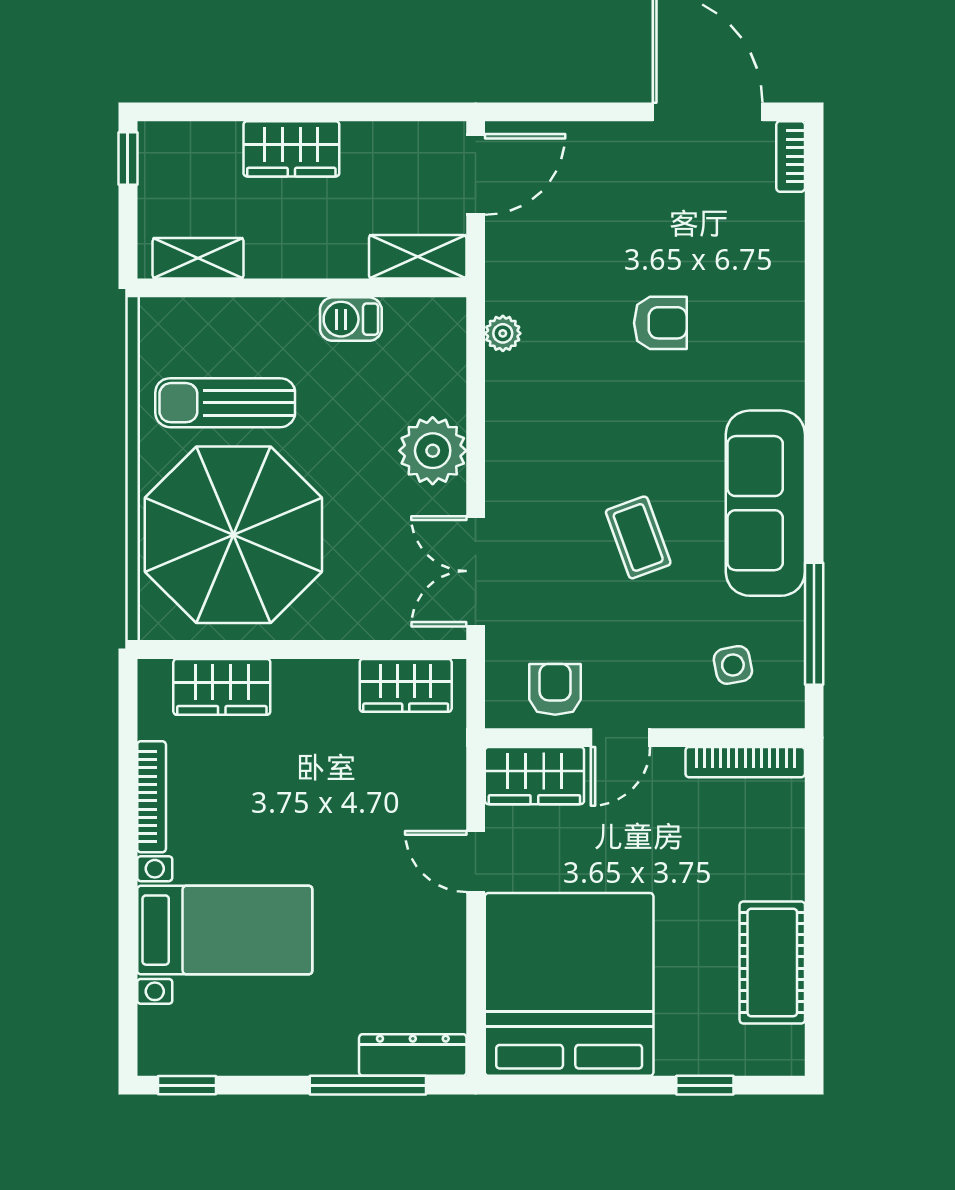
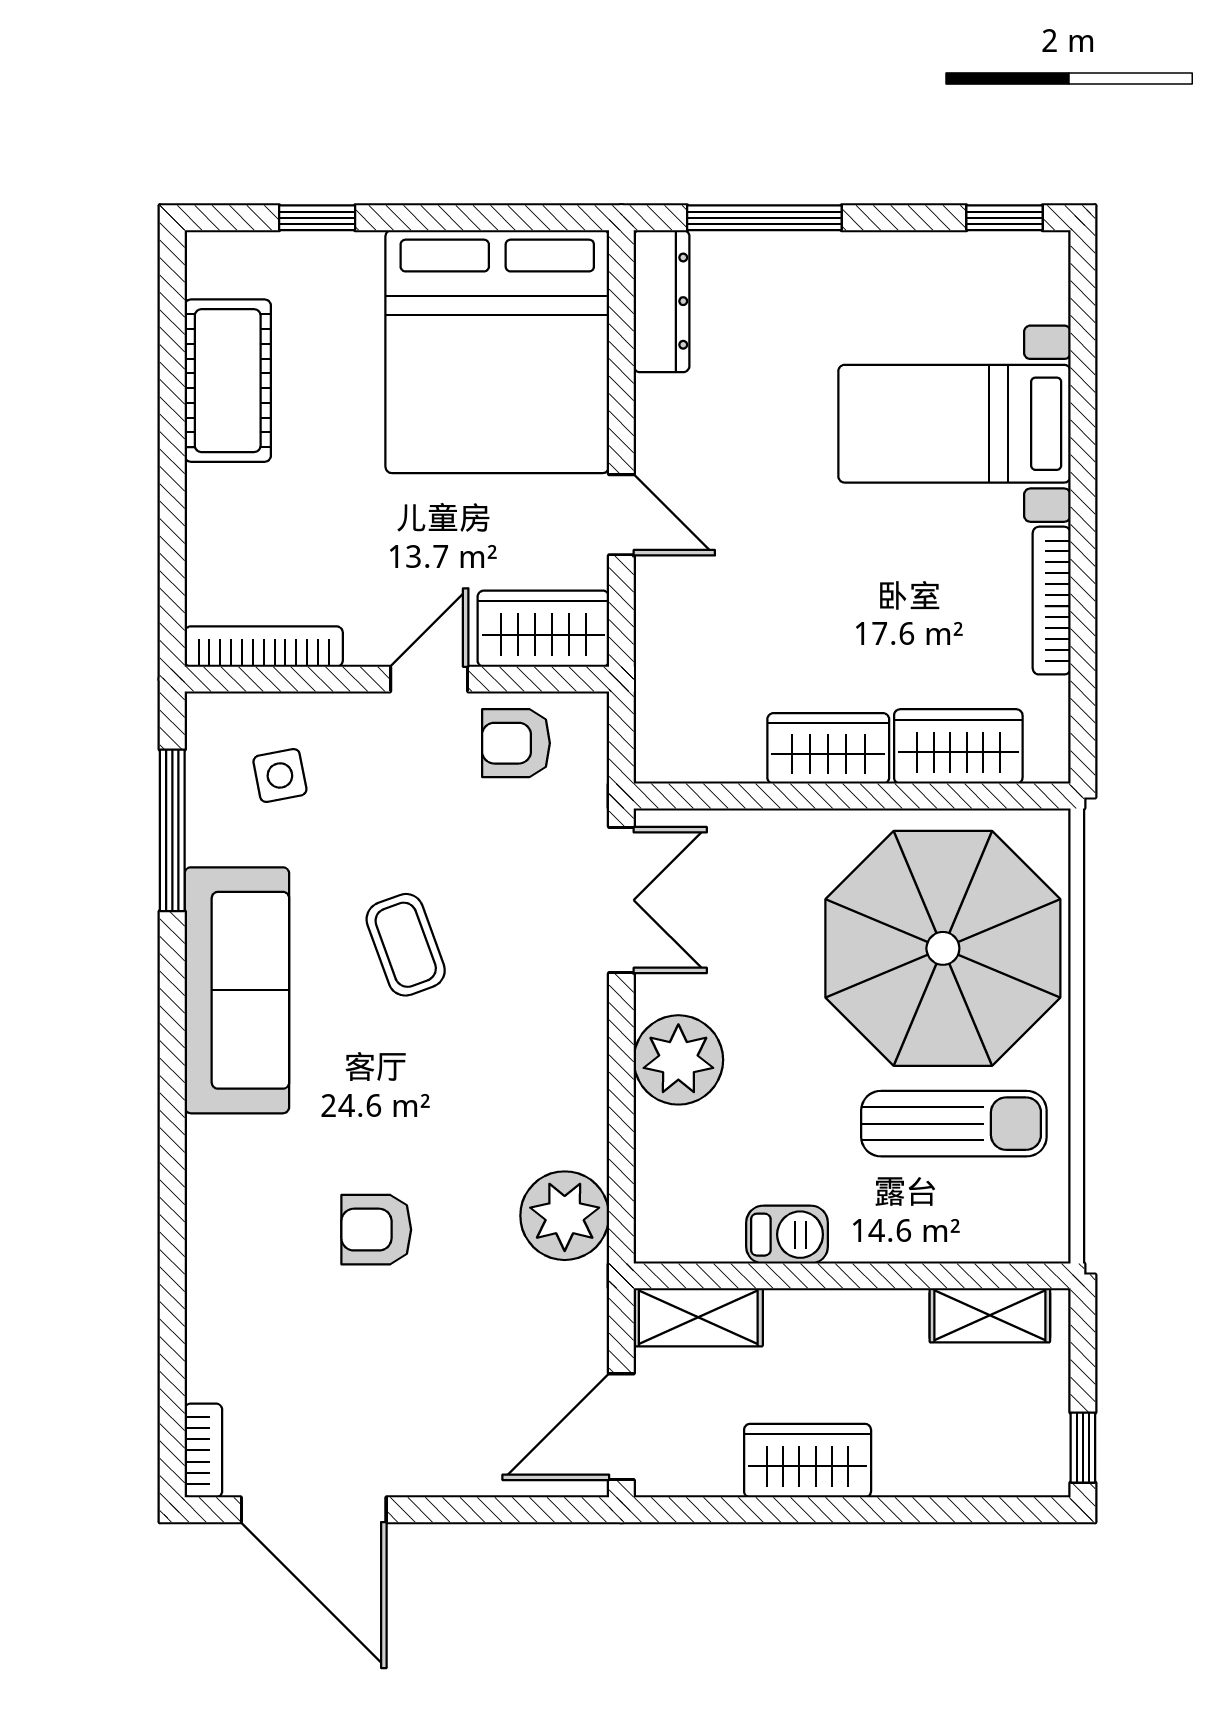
wardrobe: (291, 149) -> (808, 1461), moved
plant: (503, 333) -> (565, 1216), width x1.87, depth x1.87
wardrobe: (406, 685) -> (828, 748), moved
armchair: (555, 689) -> (516, 743), turned 90
dresser: (413, 1055) -> (662, 301), moved, turned -90

